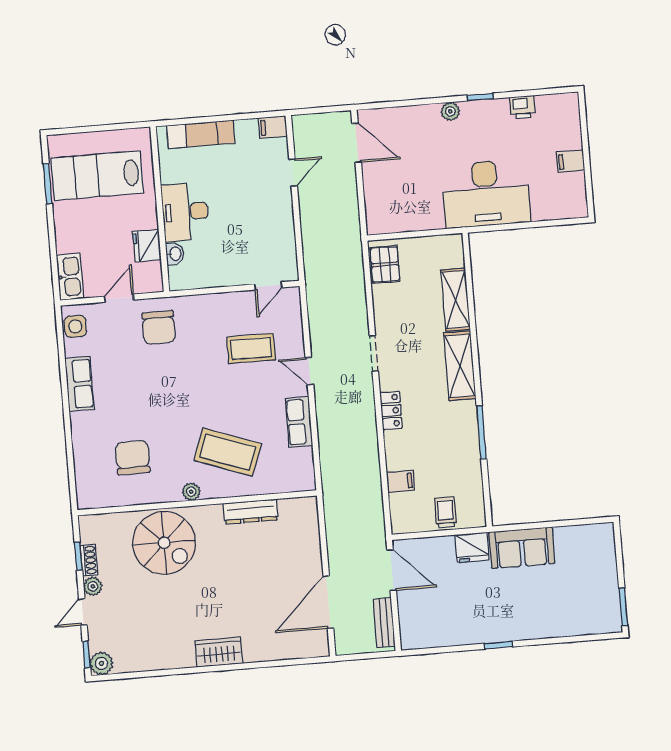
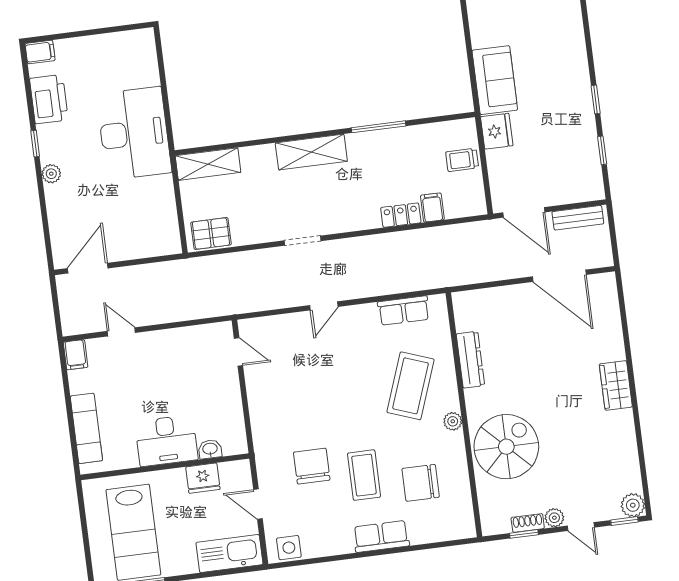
printer: (523, 107) -> (49, 99), width x1.87, depth x1.48
filing cabinet: (570, 161) -> (40, 52), moved, turned -90
kitchen sink: (70, 277) -> (229, 553), width x1.36, depth x1.24
shelving: (456, 300) -> (208, 164), moved
chair: (159, 327) -> (312, 466), moved, turned -90
coffee table: (251, 348) -> (364, 475), moved
row of seats: (79, 384) -> (381, 536), moved
locker: (391, 410) -> (401, 215), moved
row of seats: (299, 422) -> (404, 311), moved
door: (392, 570) -> (524, 212), swing flipped
window: (449, 649) -> (602, 150), added

